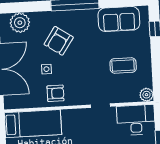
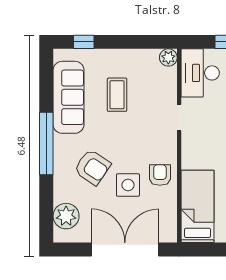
sofa: (119, 19) -> (69, 97), width x1.36
coffee table: (123, 66) -> (117, 95), moved
side table: (46, 69) -> (128, 185), width x1.87, depth x1.87

